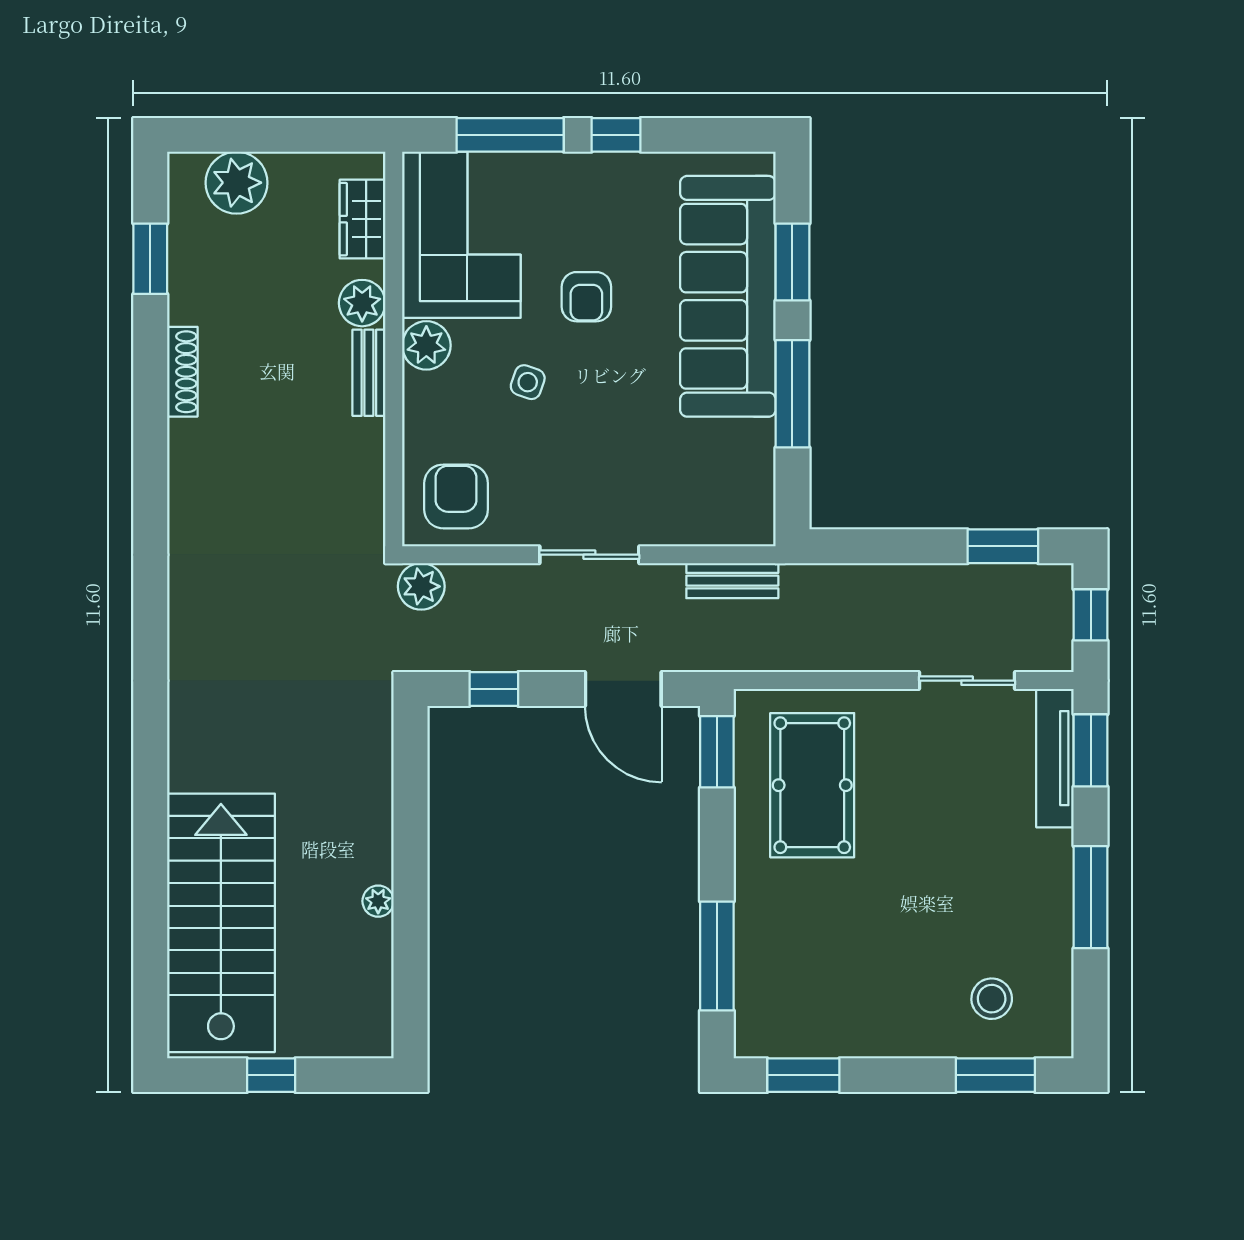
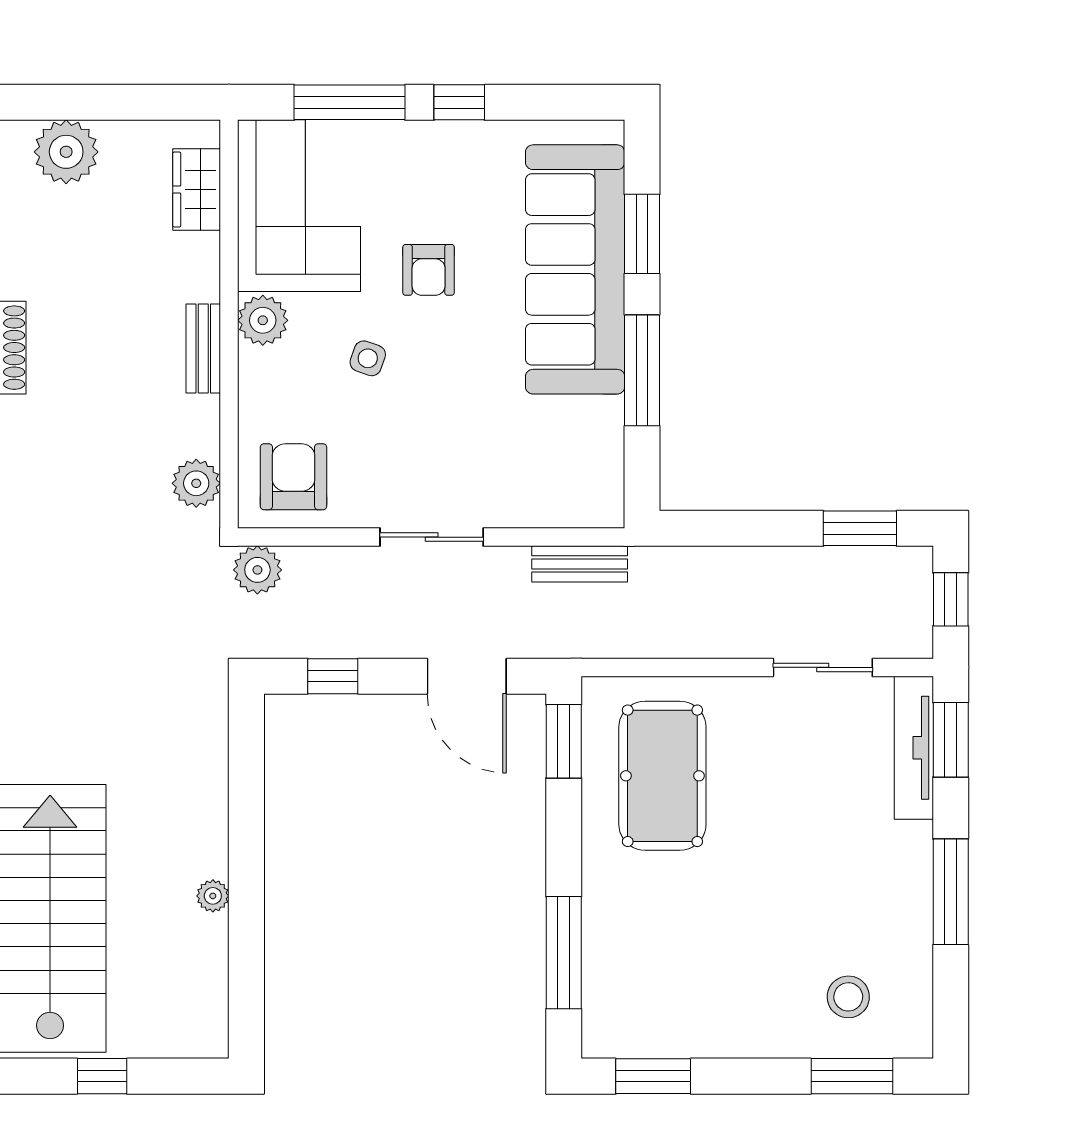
plant: (362, 303) -> (196, 483), moved

